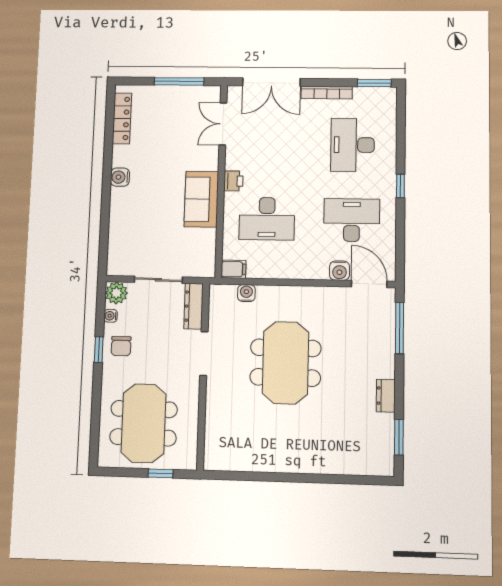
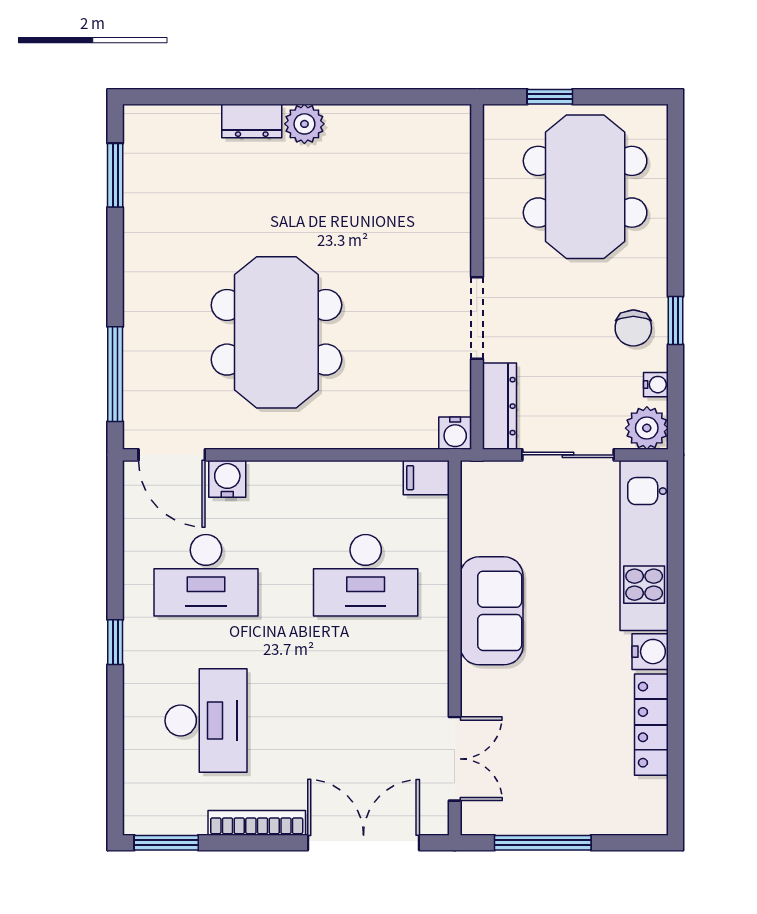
locker: (122, 118) -> (651, 725), moved
printer: (233, 181) -> (431, 647), removed
desk: (267, 219) -> (366, 575), turned 180
kitchen unit: (121, 232) -> (644, 546), added
water cooler: (246, 293) -> (455, 433), moved
chair: (121, 346) -> (633, 328), turned 180
meeting table: (285, 363) -> (276, 332), moved
dresser: (386, 396) -> (252, 121), moved, turned 90
plant: (294, 463) -> (304, 124), added

